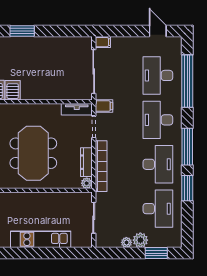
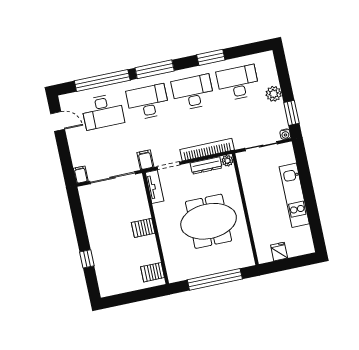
window: (22, 31) -> (87, 259), width x0.67
door: (158, 31) -> (58, 121), swing flipped
server rack: (13, 90) -> (143, 228), moved
desk: (158, 120) -> (148, 102), turned 180
window: (187, 147) -> (155, 69), moved
plant: (126, 242) -> (279, 107), removed
water cooler: (100, 243) -> (285, 134), added
window: (156, 253) -> (291, 113), moved

